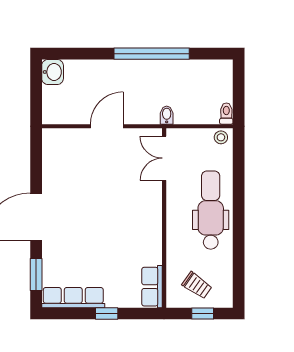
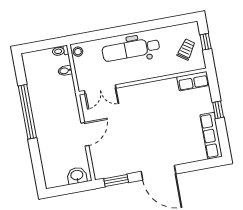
washbasin: (53, 72) -> (77, 176), moved
bidet: (167, 115) -> (65, 71), moved
door: (107, 126) -> (85, 134), swing flipped
window: (36, 275) -> (116, 180), moved

